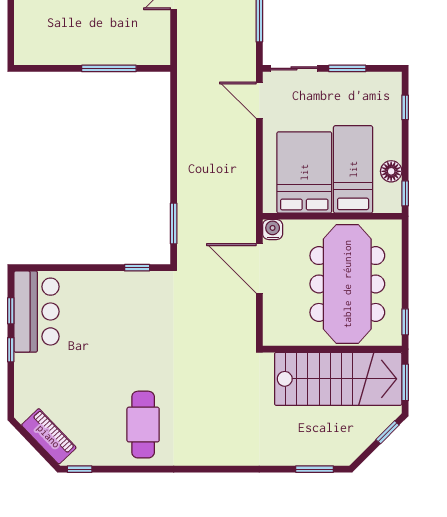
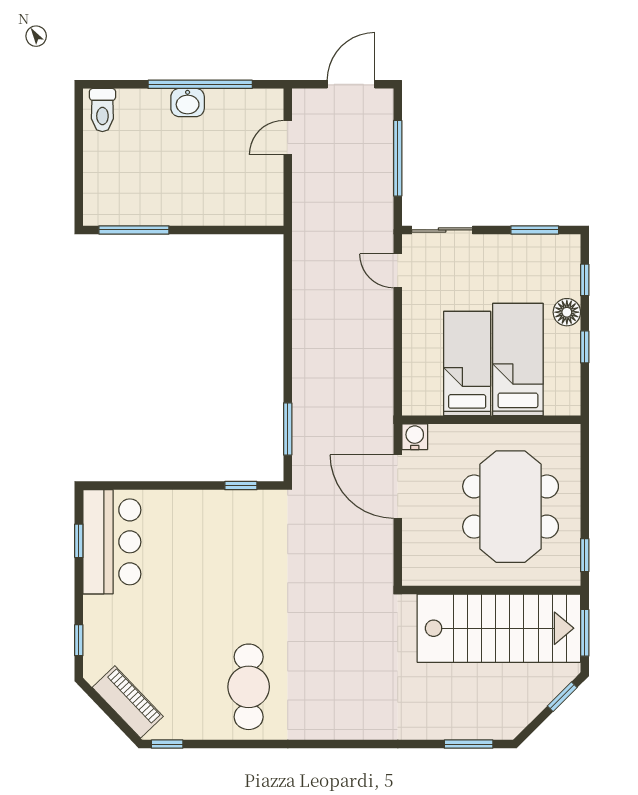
window: (109, 68) -> (134, 230), moved
window: (347, 68) -> (535, 230), moved
door: (259, 100) -> (398, 271), width x0.73
floor lamp: (391, 171) -> (567, 312), moved
bed: (304, 172) -> (467, 363), width x0.67
window: (405, 193) -> (585, 347), moved
meeting table: (347, 284) -> (511, 507), width x0.73
window: (11, 350) -> (79, 640), moved

